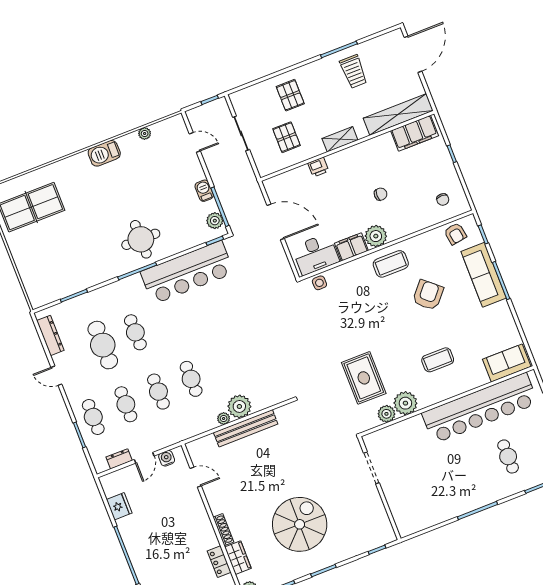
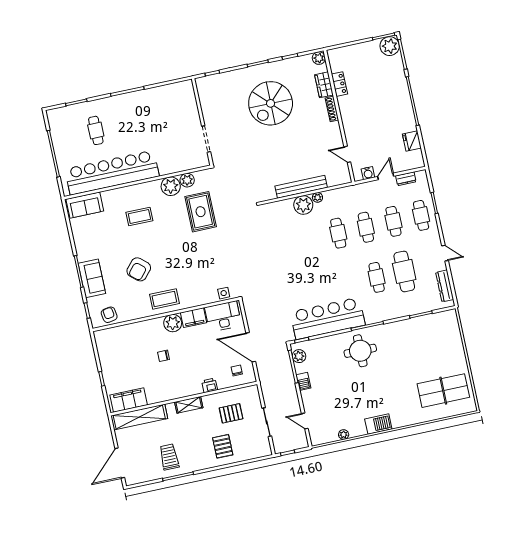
pallet: (287, 137) -> (231, 413), turned 90
chair: (443, 199) -> (237, 370), moved
sofa: (484, 275) -> (92, 278), width x0.73

